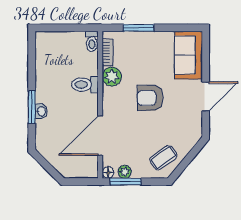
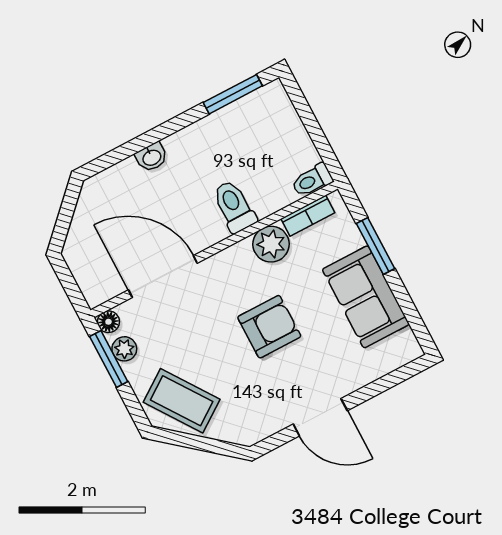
sofa: (188, 55) -> (366, 297), moved, turned -90
armchair: (150, 98) -> (269, 327), turned 90
window: (32, 107) -> (233, 94), moved
coffee table: (163, 158) -> (182, 401), width x1.36, depth x1.30

